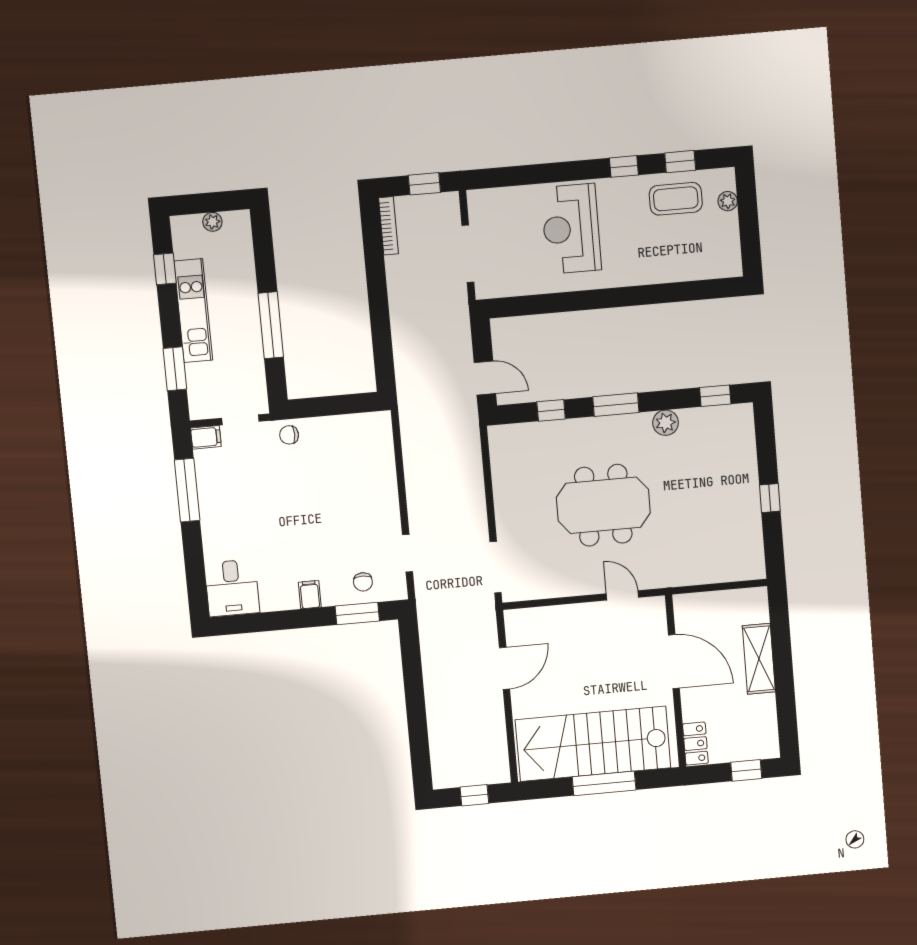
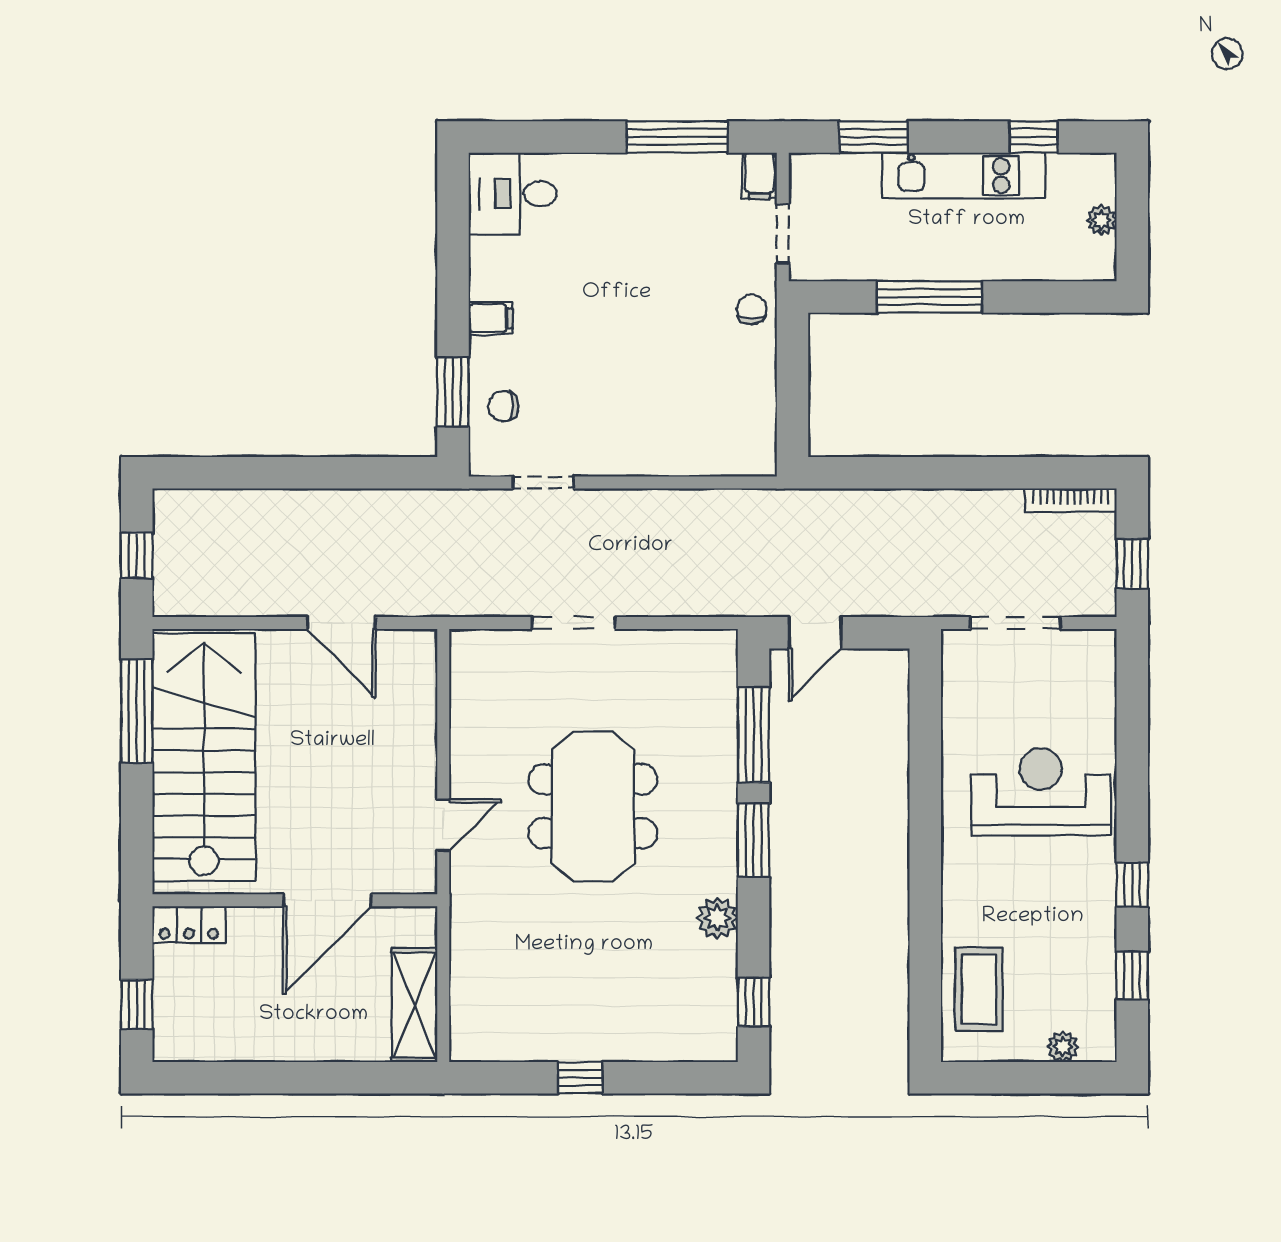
coffee table: (676, 199) -> (979, 989), moved
window: (551, 410) -> (754, 735), width x2.17
doorway: (496, 567) -> (573, 623), moved
shelving: (759, 659) -> (414, 1005), moved, turned 90
window: (604, 783) -> (137, 711), moved

